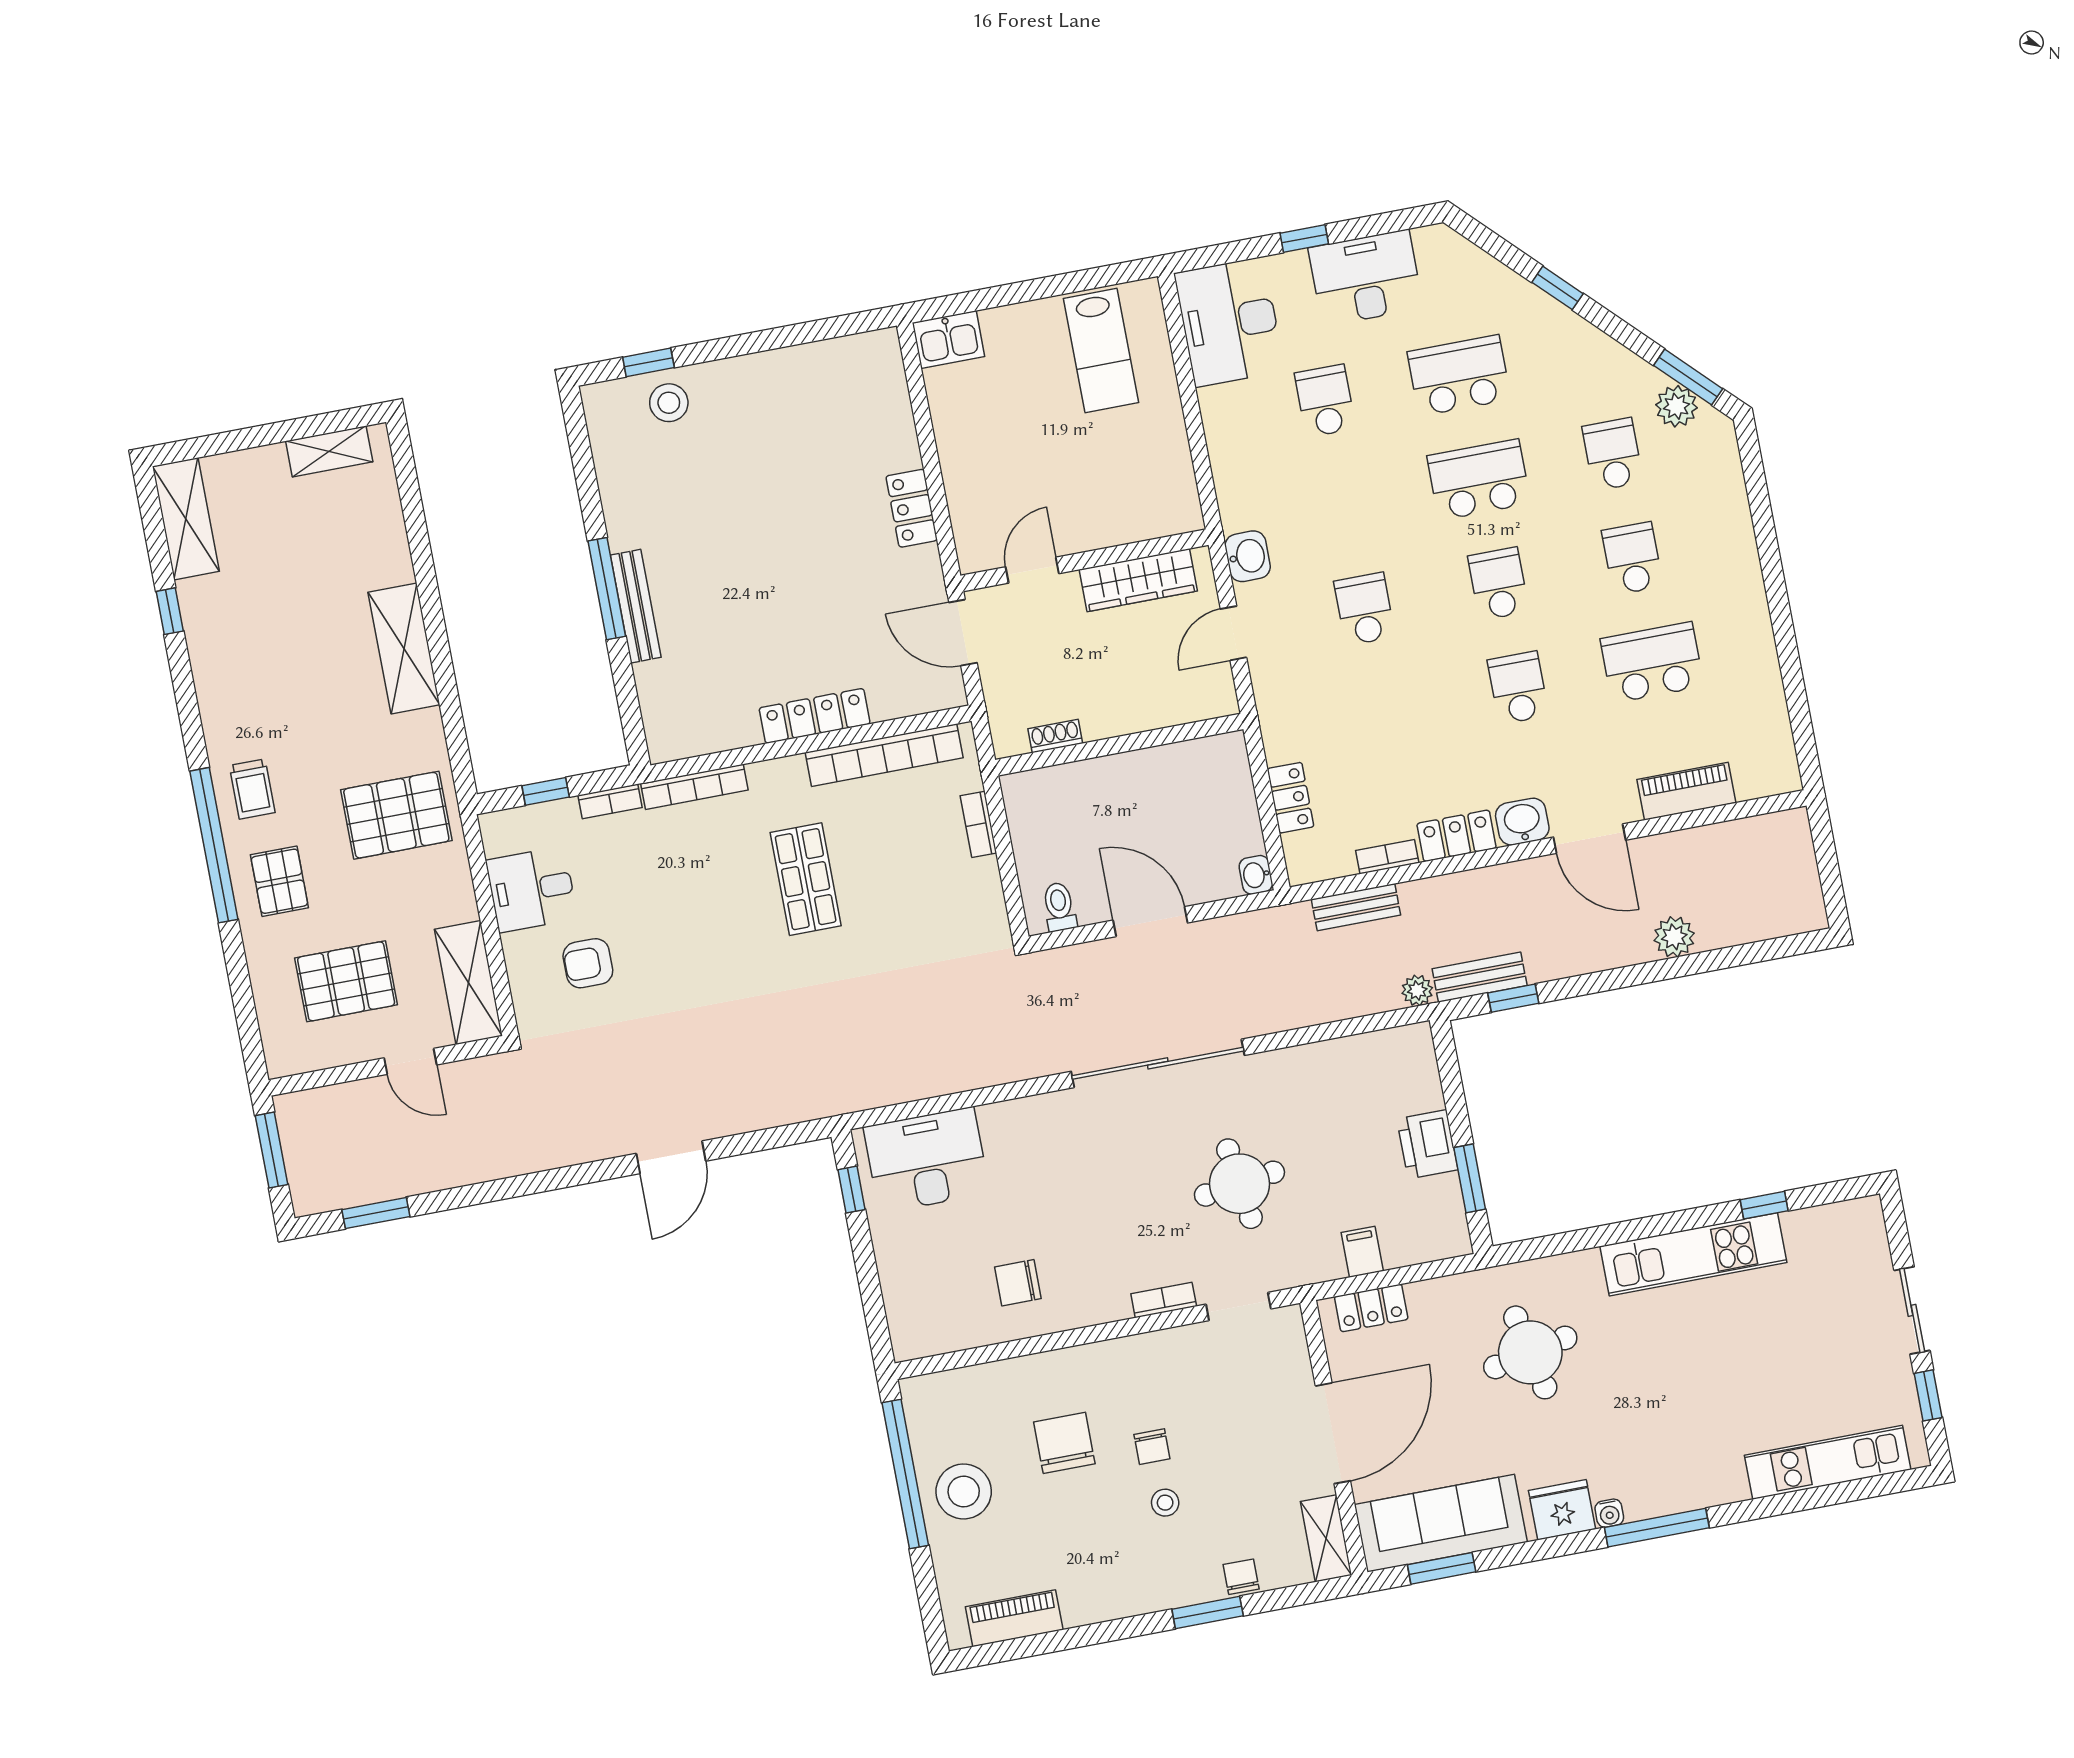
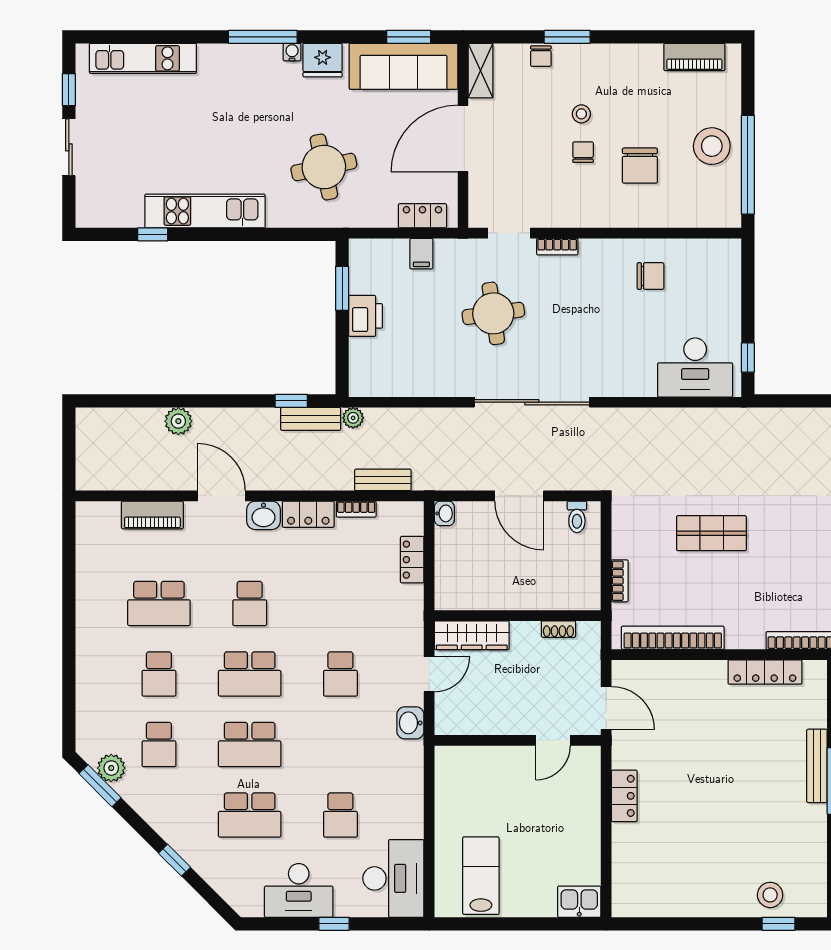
wardrobe: (1138, 580) -> (472, 635), moved, turned 180
school desk: (1498, 584) -> (250, 674), width x1.85
locker: (815, 716) -> (765, 672), moved
shop shelf: (806, 879) -> (711, 533), moved, turned 90

